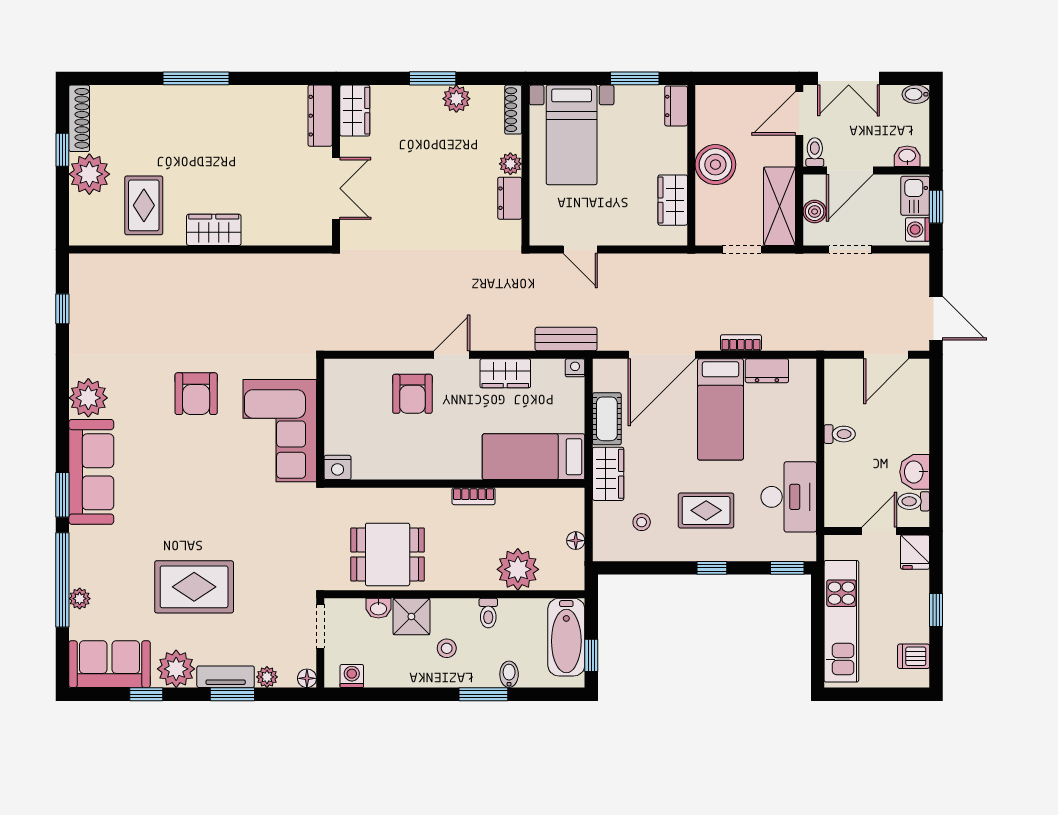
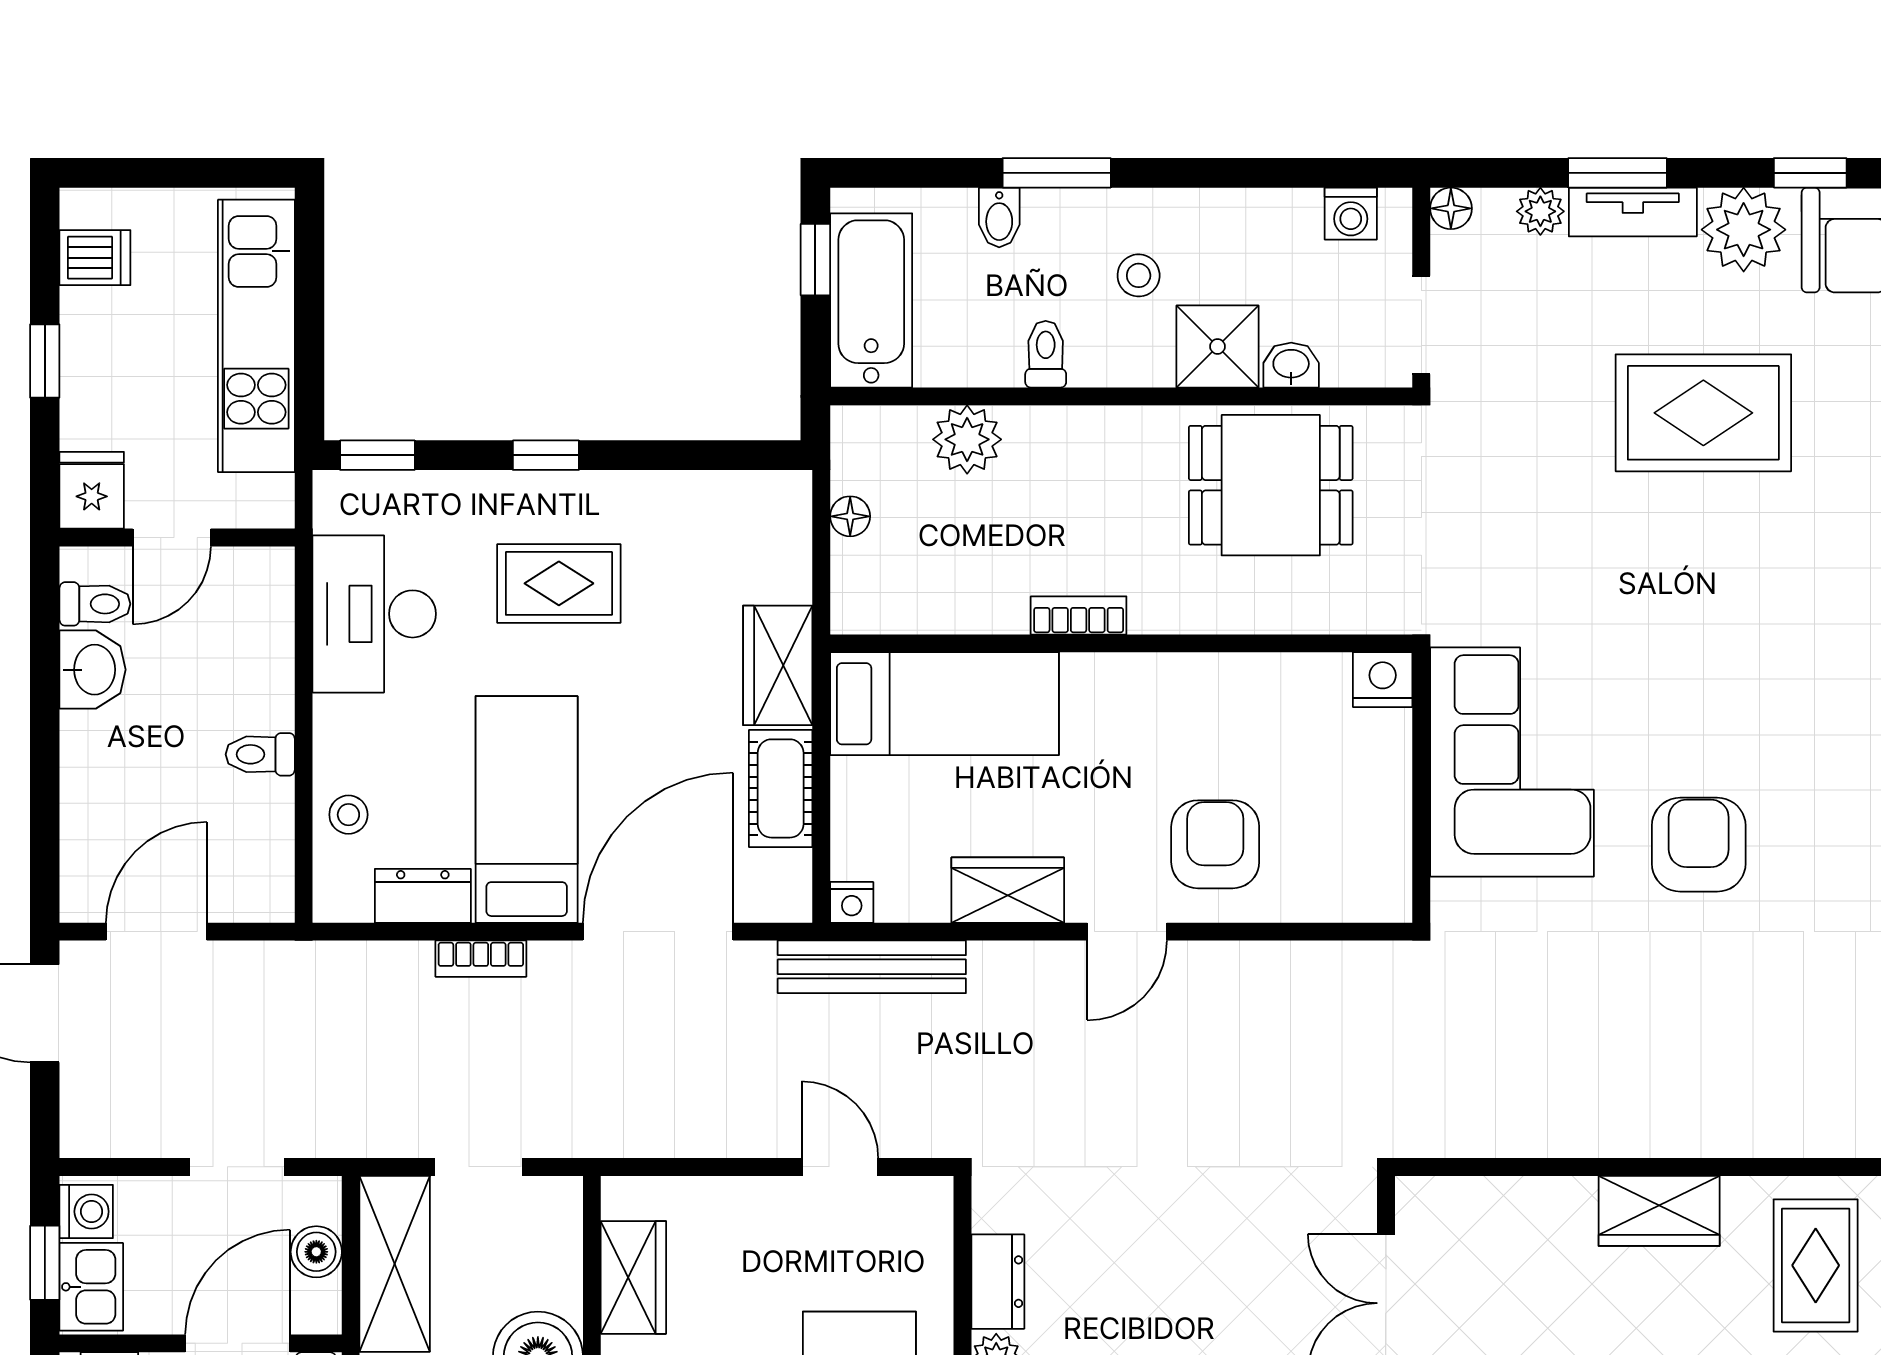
bench: (566, 339) -> (872, 967), width x1.36
stool: (642, 522) -> (348, 815), moved
plant: (518, 569) -> (967, 439), width x0.73, depth x0.73

